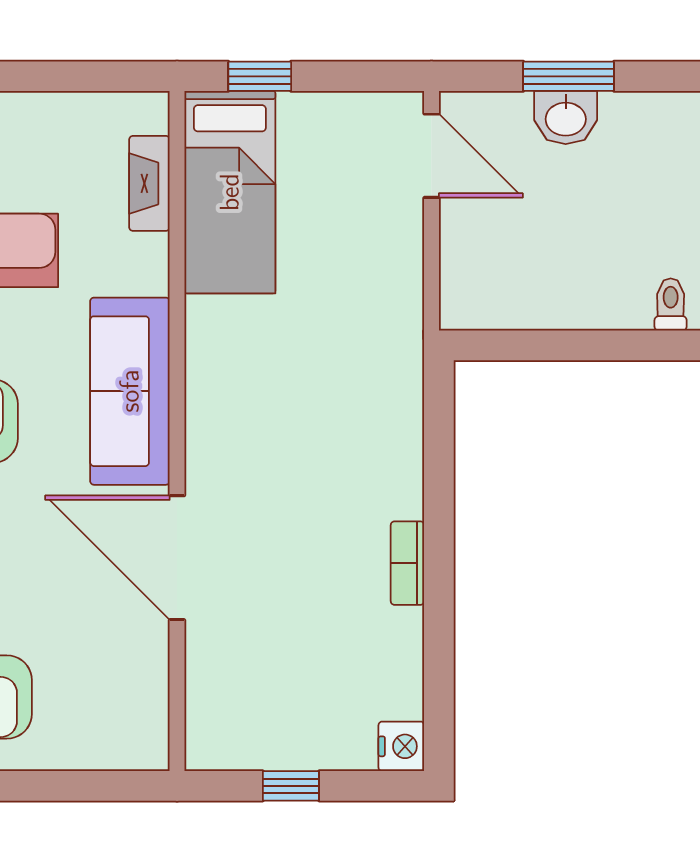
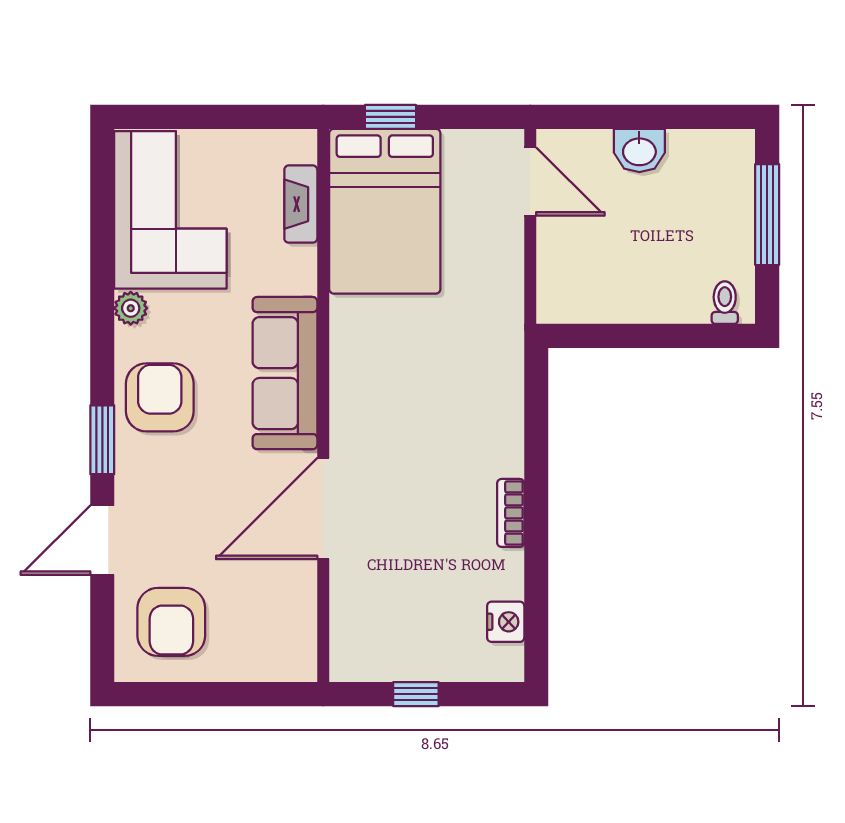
window: (569, 76) -> (642, 117), removed
bed: (230, 192) -> (385, 211), width x1.50
door: (177, 558) -> (323, 509), hinge flipped
nightstand: (401, 746) -> (506, 622), moved

